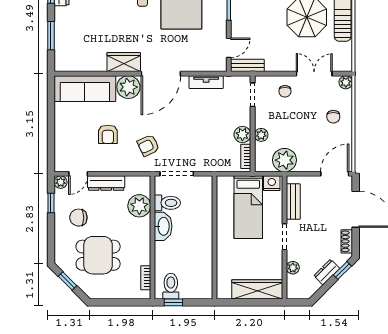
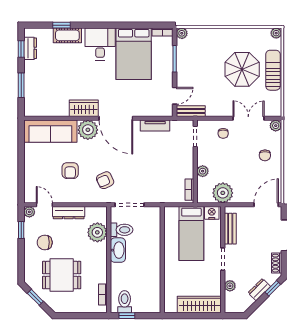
door: (161, 74) -> (116, 118), hinge flipped
plant: (242, 134) -> (186, 171), removed
door: (78, 174) -> (44, 205), swing flipped

